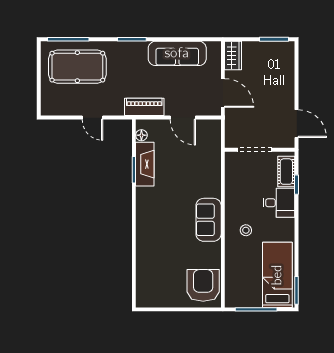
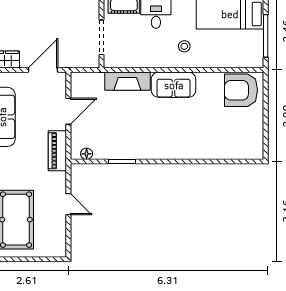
door: (92, 118) -> (68, 204), hinge flipped
fireplace: (145, 164) -> (127, 81), moved, turned 180

